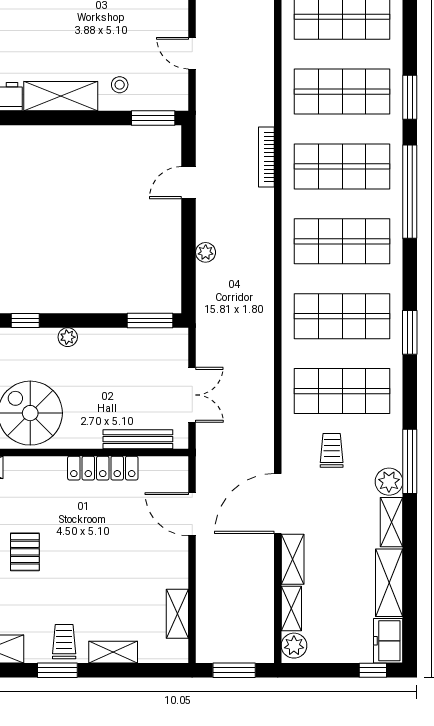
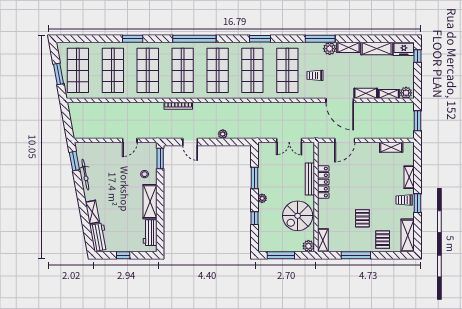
window: (410, 97) -> (133, 39), moved
window: (150, 320) -> (254, 178), moved
double door: (192, 395) -> (289, 140), swing flipped
bench: (138, 439) -> (310, 179), moved
pallet: (25, 552) -> (362, 218), turned 90

